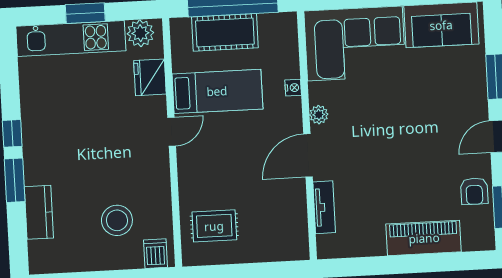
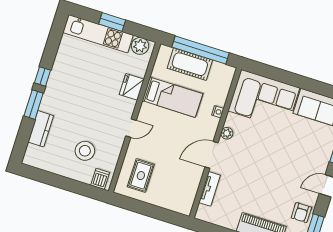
fridge: (150, 77) -> (132, 87), moved
door: (172, 132) -> (131, 128), moved
rug: (214, 226) -> (141, 176), turned 90

